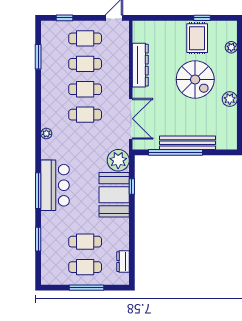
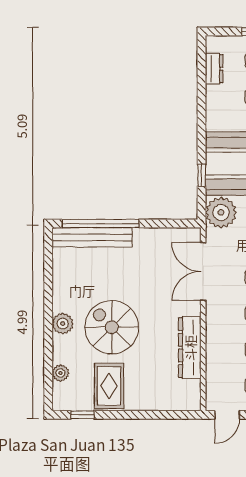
window: (202, 18) -> (82, 415), moved
plant: (230, 99) -> (63, 324), moved
bench: (188, 143) -> (92, 237), moved
window: (175, 152) -> (101, 224), moved

